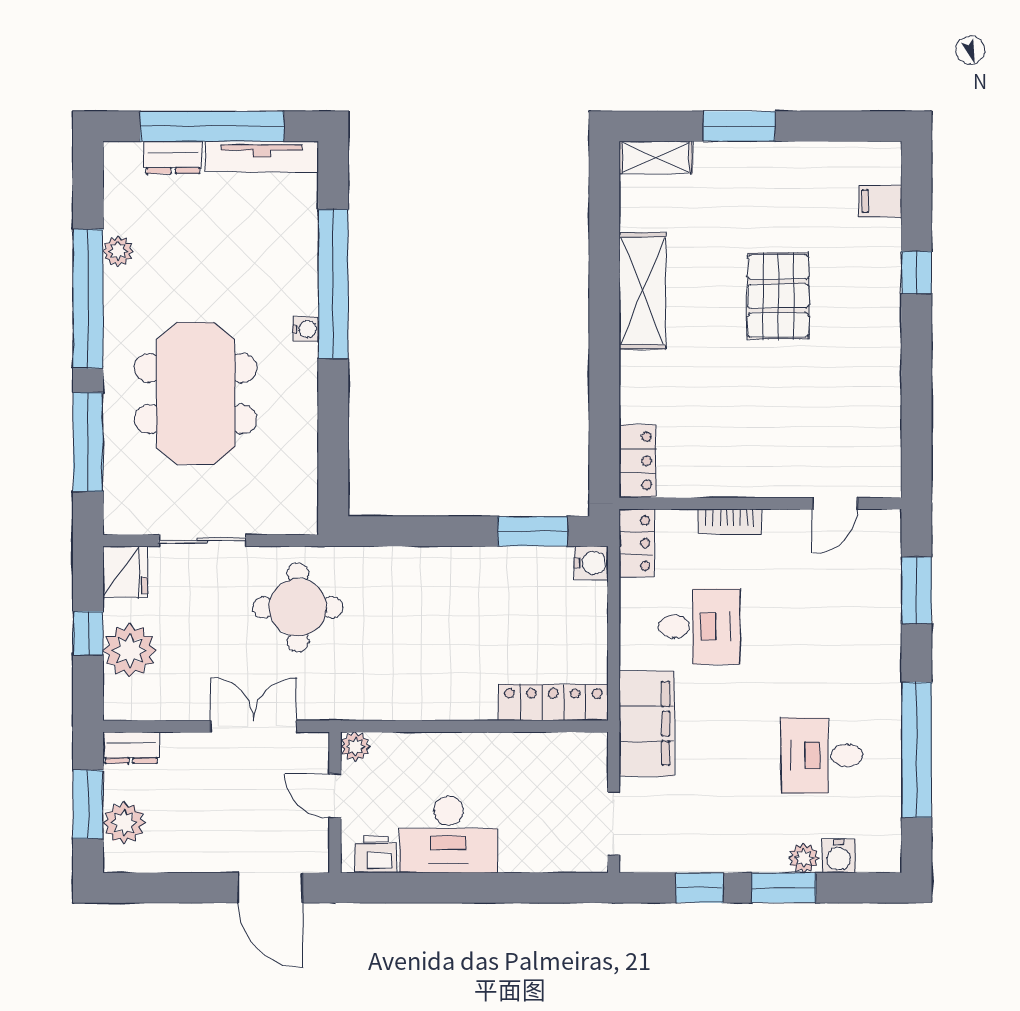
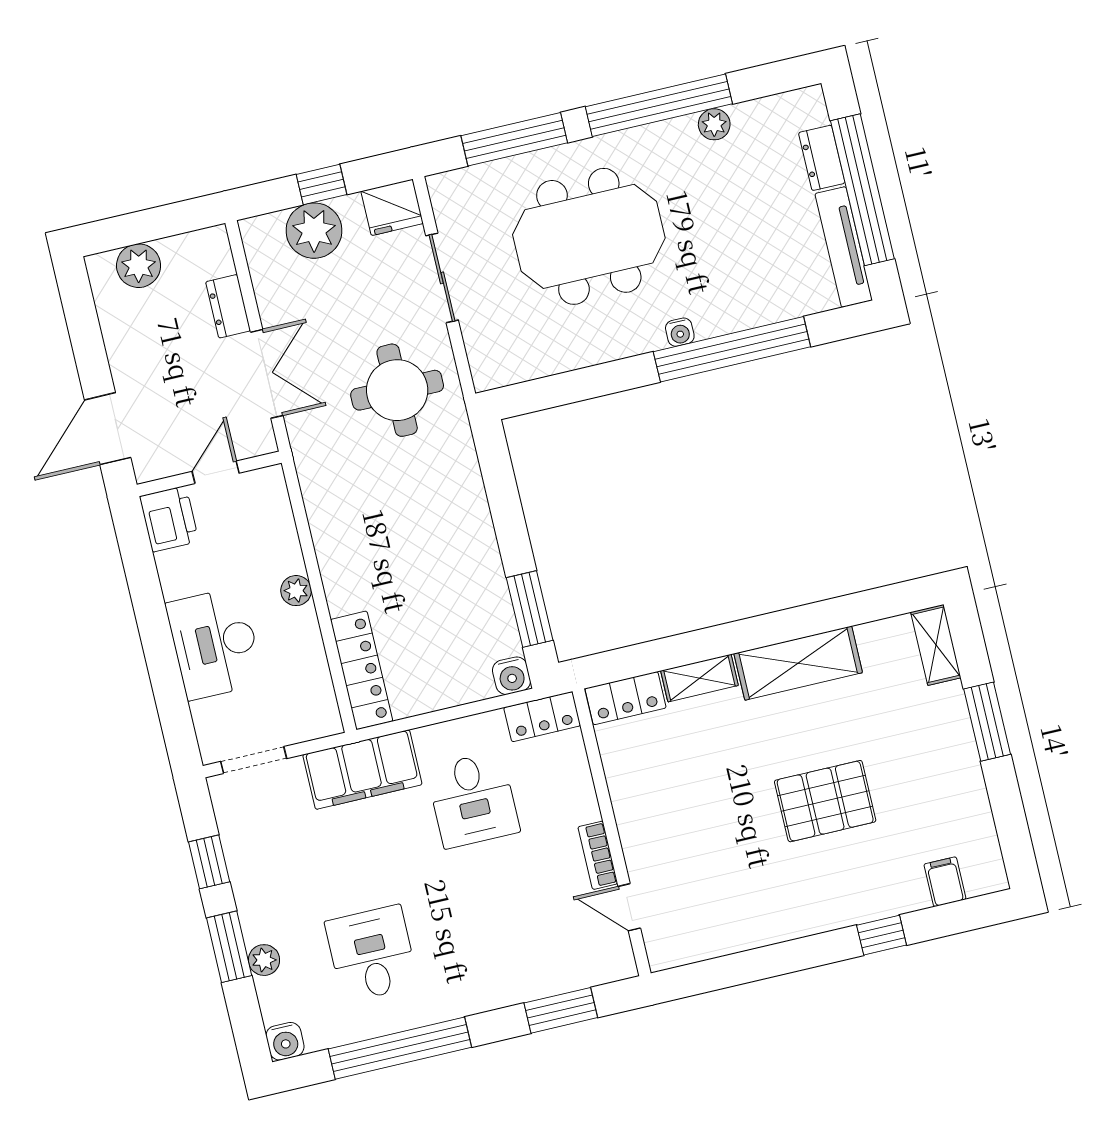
shelving: (635, 387) -> (699, 678), added
bookcase: (730, 521) -> (598, 855), moved
plant: (355, 746) -> (296, 591), moved
dresser: (131, 748) -> (228, 306), moved
window: (88, 804) -> (149, 225), removed
desk: (448, 835) -> (215, 643), moved
printer: (376, 854) -> (169, 519), width x1.36, depth x1.24
water cooler: (839, 856) -> (285, 1041), moved, turned -90

